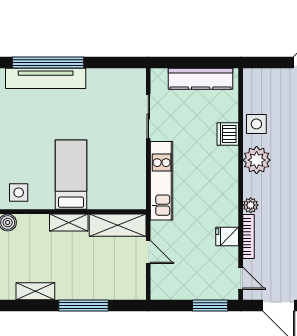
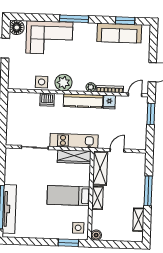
kitchen counter: (201, 79) -> (83, 101), moved, turned 90
wardrobe: (135, 182) -> (74, 157), added

